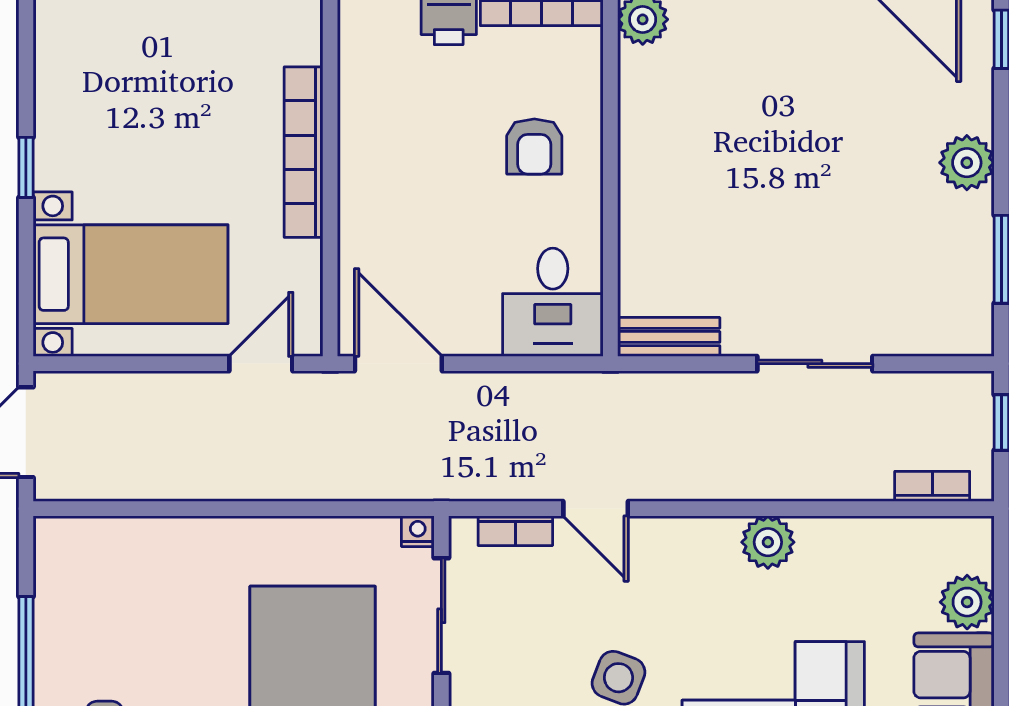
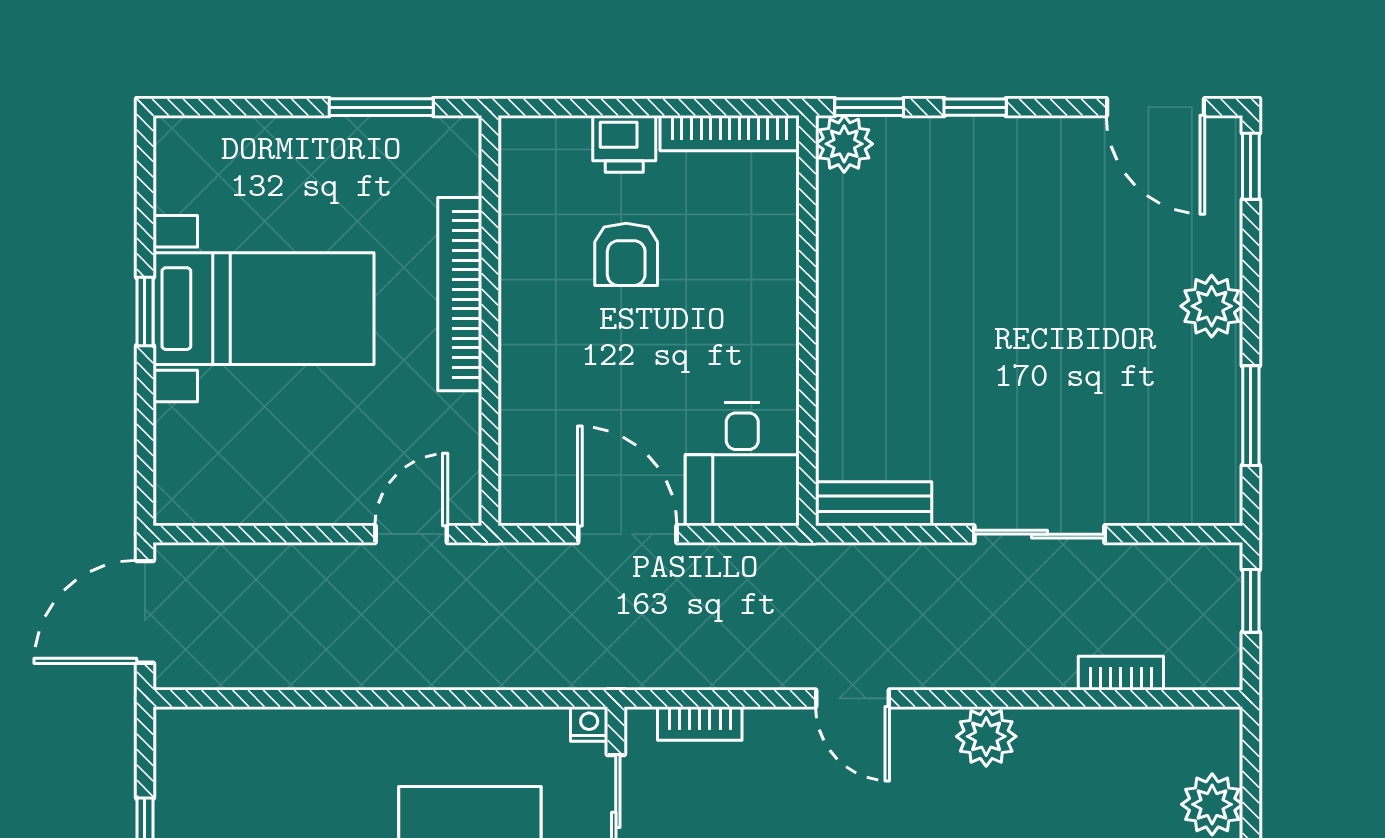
armchair: (534, 147) -> (626, 254), moved
bed with nightstands: (131, 274) -> (264, 309), moved
door: (398, 364) -> (627, 534), moved
bookcase: (932, 486) -> (1121, 673), moved
door: (596, 509) -> (853, 698), moved

